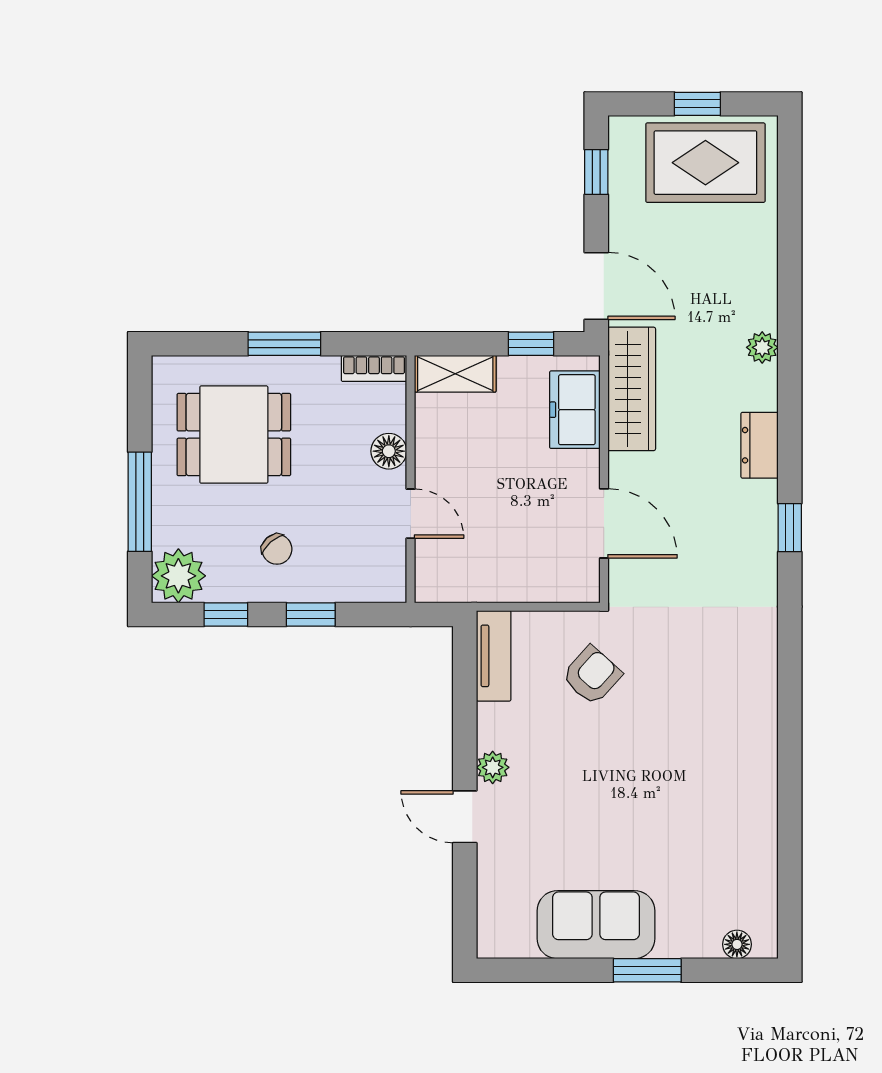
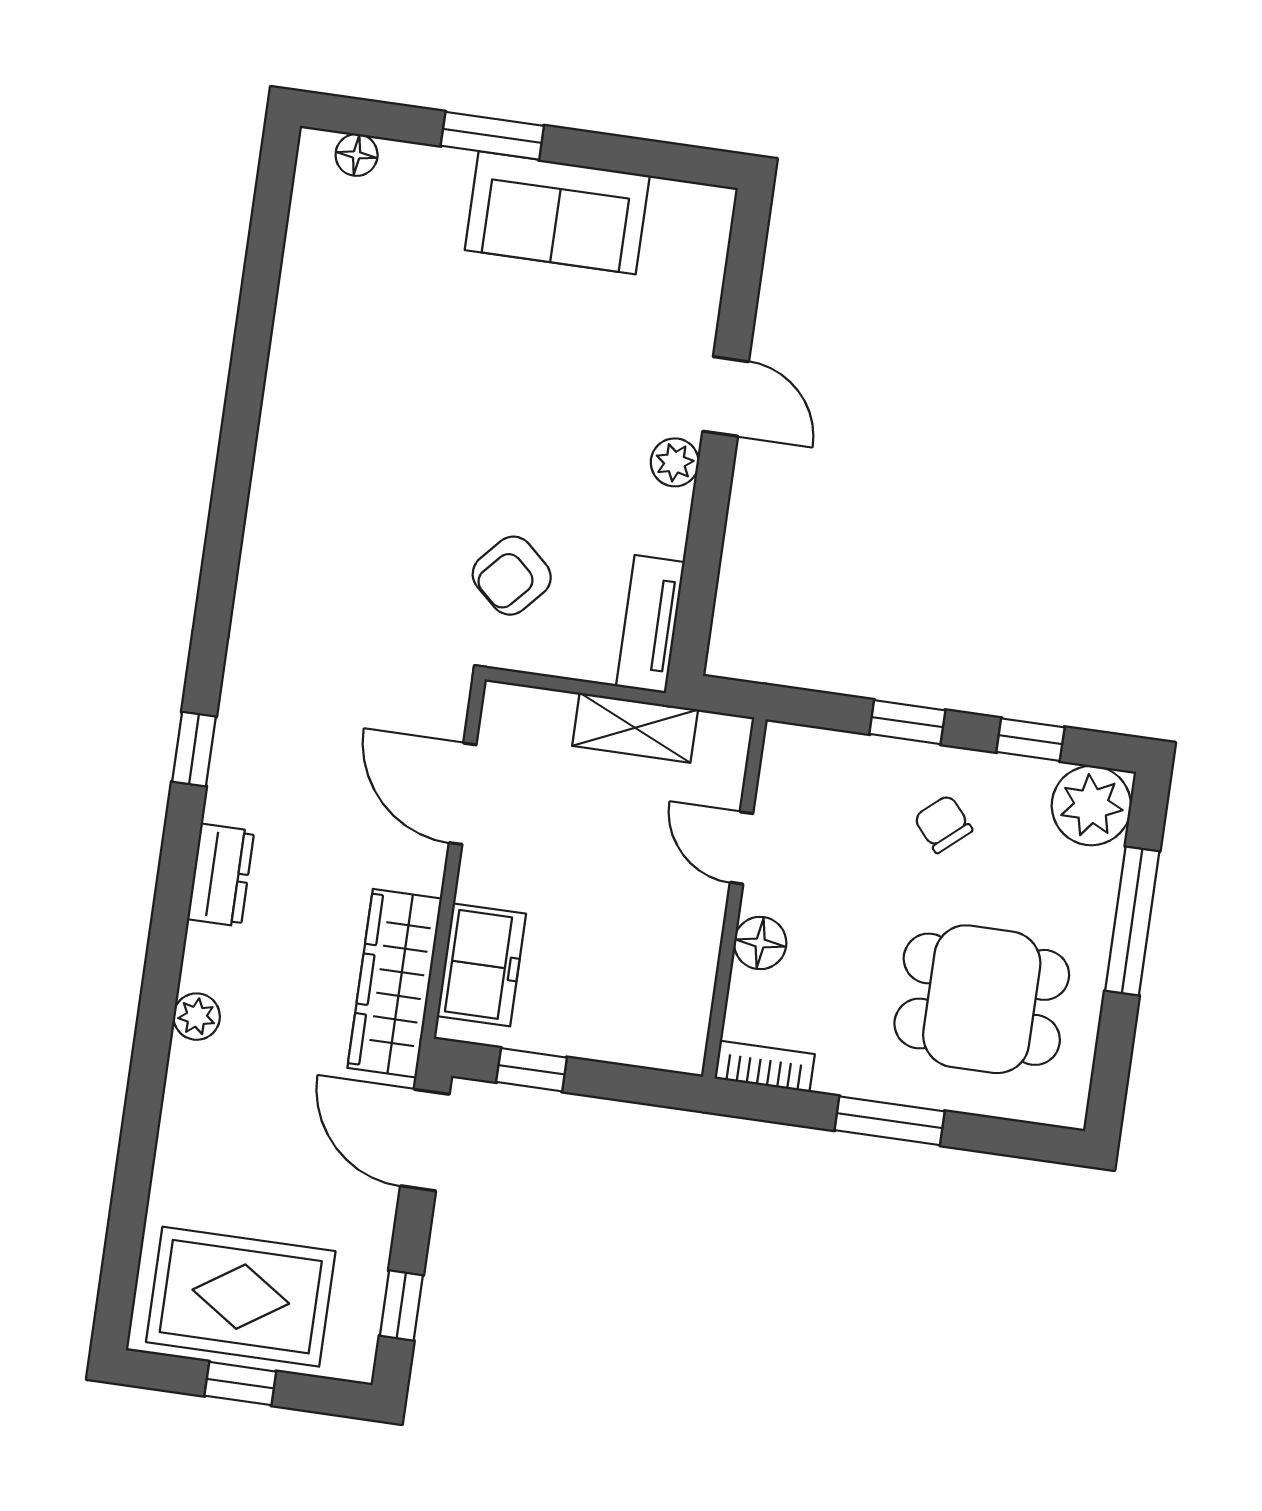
shelving: (455, 374) -> (635, 728), moved

